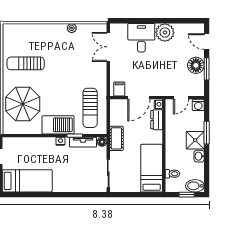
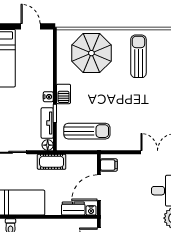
door: (139, 98) -> (99, 188), hinge flipped
sun lounger: (90, 108) -> (87, 131), turned 180
barbecue: (58, 125) -> (64, 94), width x0.53, depth x0.65

